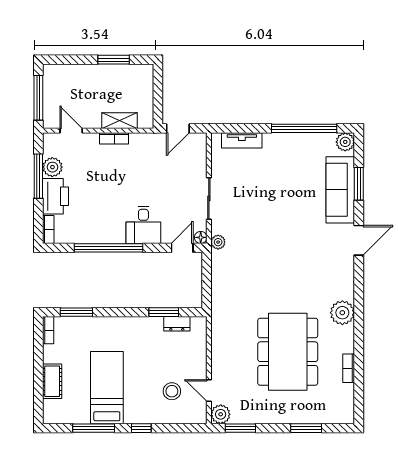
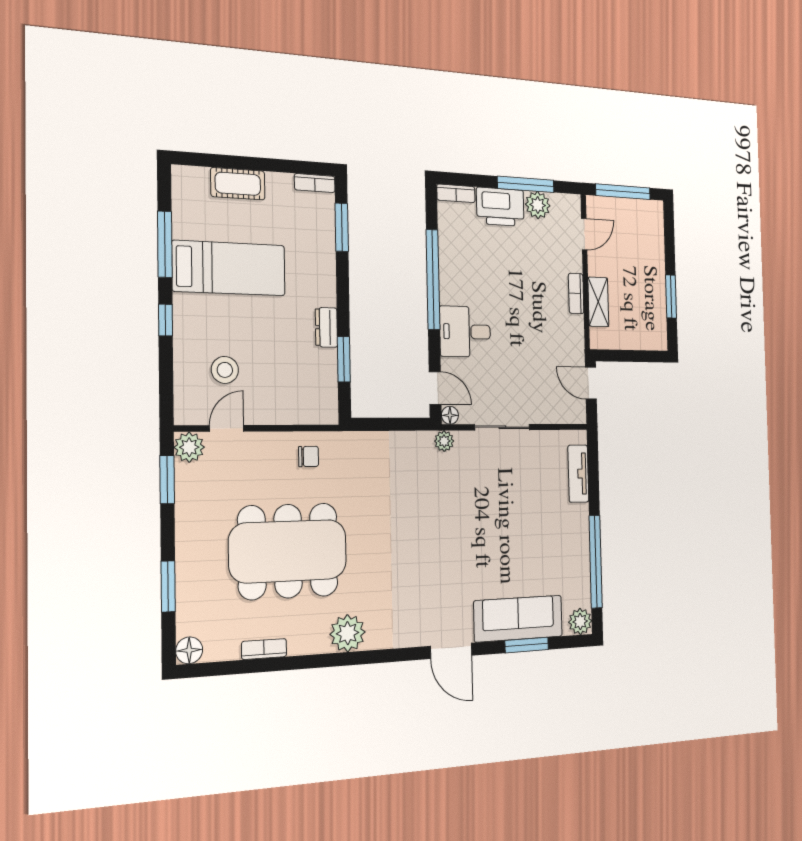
dresser: (177, 324) -> (326, 327), moved
chair: (227, 337) -> (309, 456), added
floor lamp: (346, 416) -> (189, 650), added

